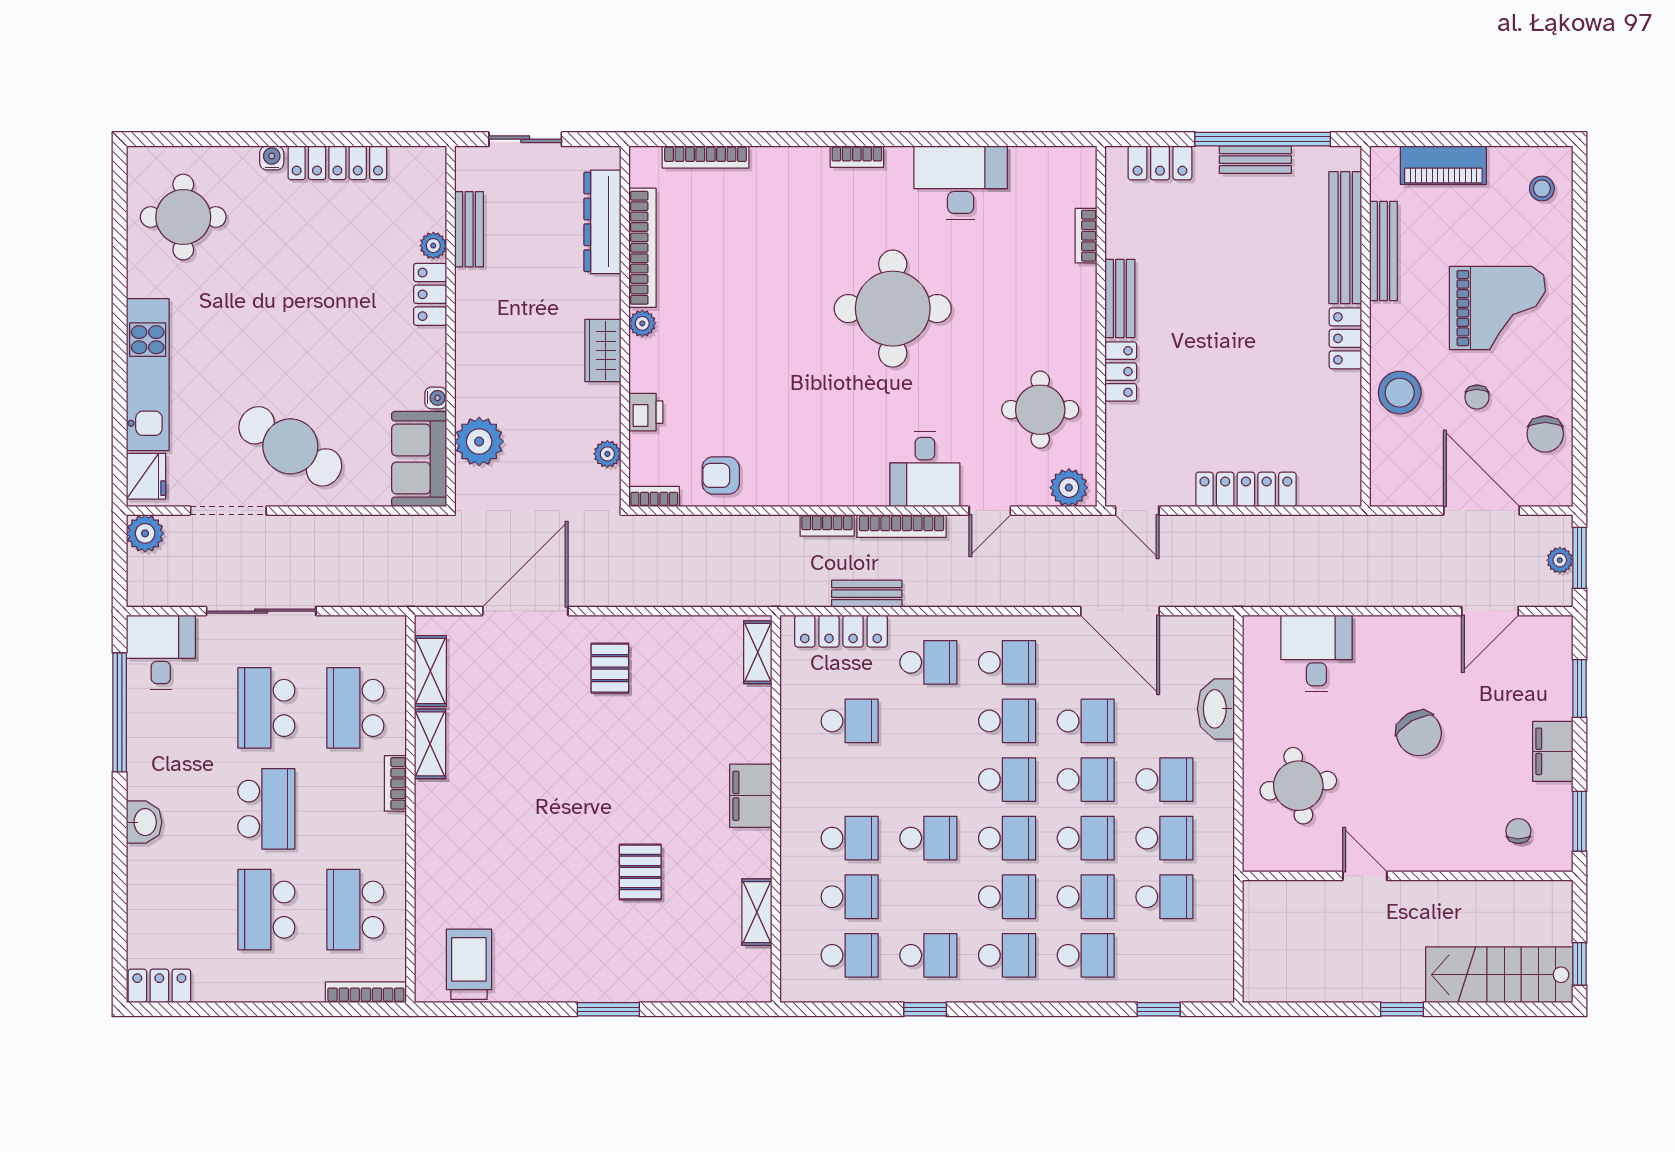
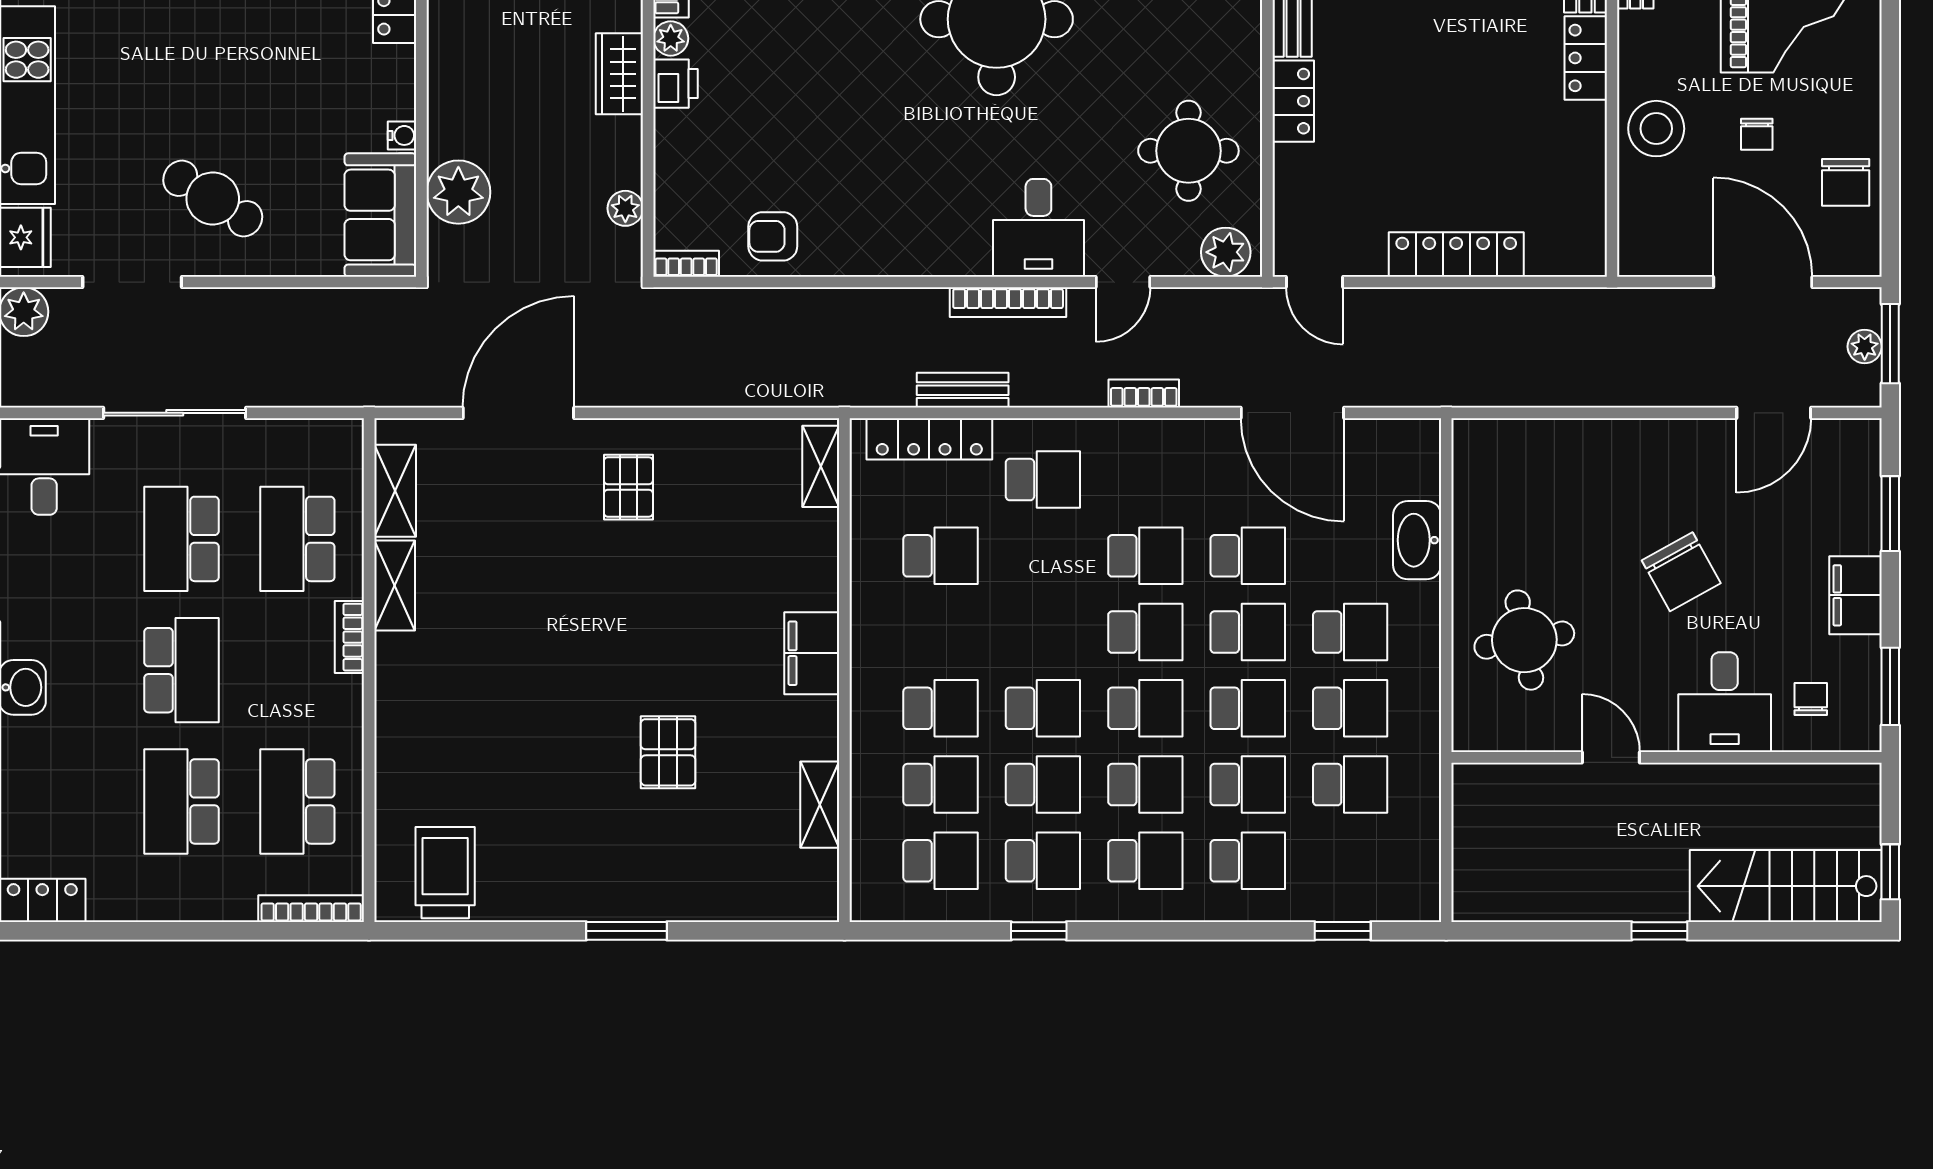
printer: (646, 412) -> (675, 84), moved
cafe table: (290, 446) -> (213, 198), width x0.73, depth x0.74
bookcase: (827, 525) -> (1144, 394), moved, turned 180
desk: (1316, 654) -> (1725, 702), moved, turned 180
school desk: (1007, 662) -> (1043, 785), moved

